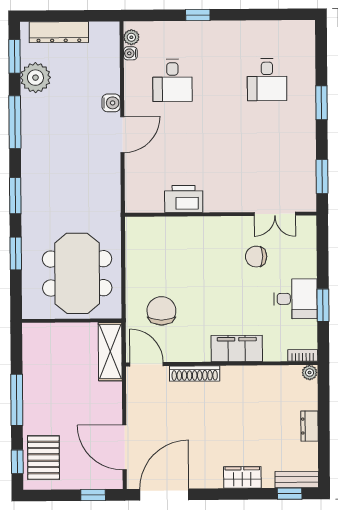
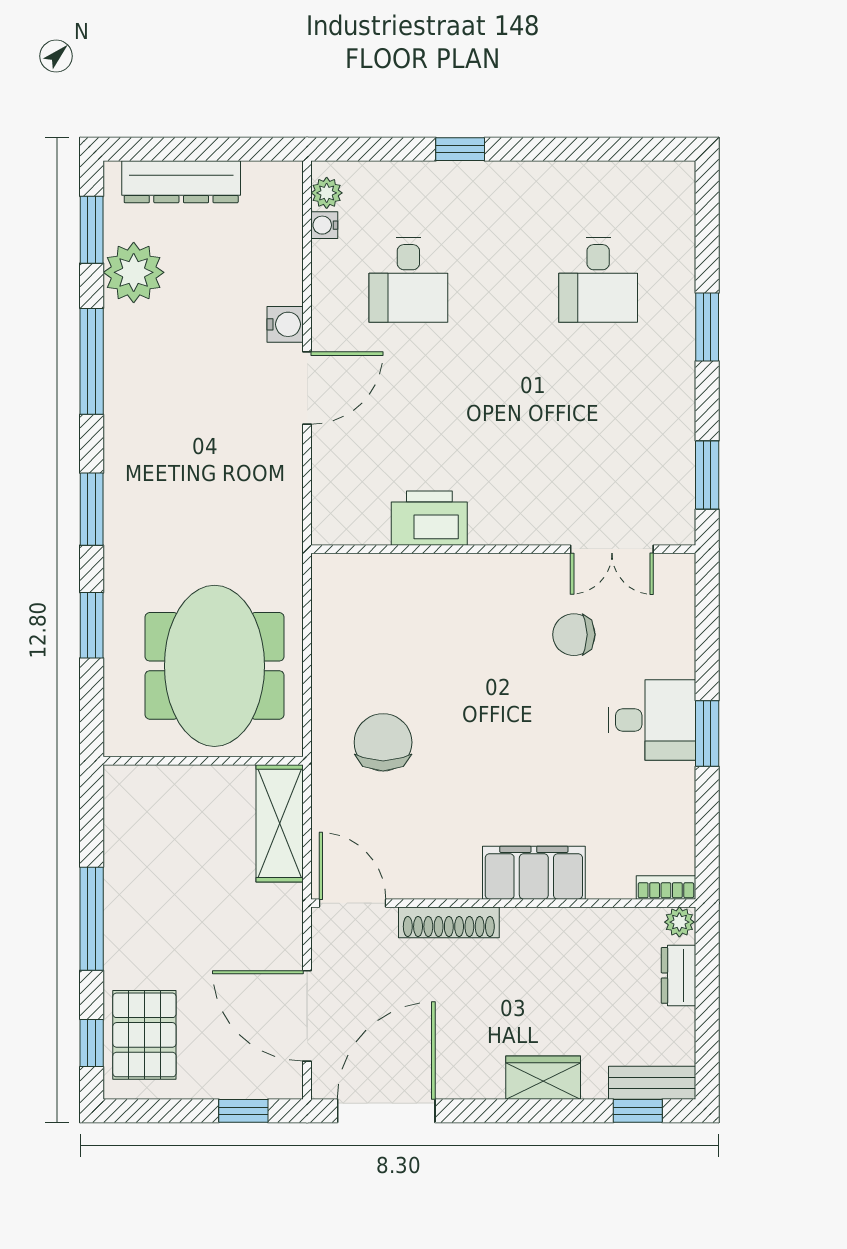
filing cabinet: (237, 348) -> (534, 873), moved
bookcase: (303, 355) -> (666, 887), moved
door: (147, 364) -> (353, 903), moved
wall: (222, 364) -> (503, 903), moved
plant: (310, 373) -> (679, 922), moved
shoe rack: (195, 374) -> (449, 922), moved

